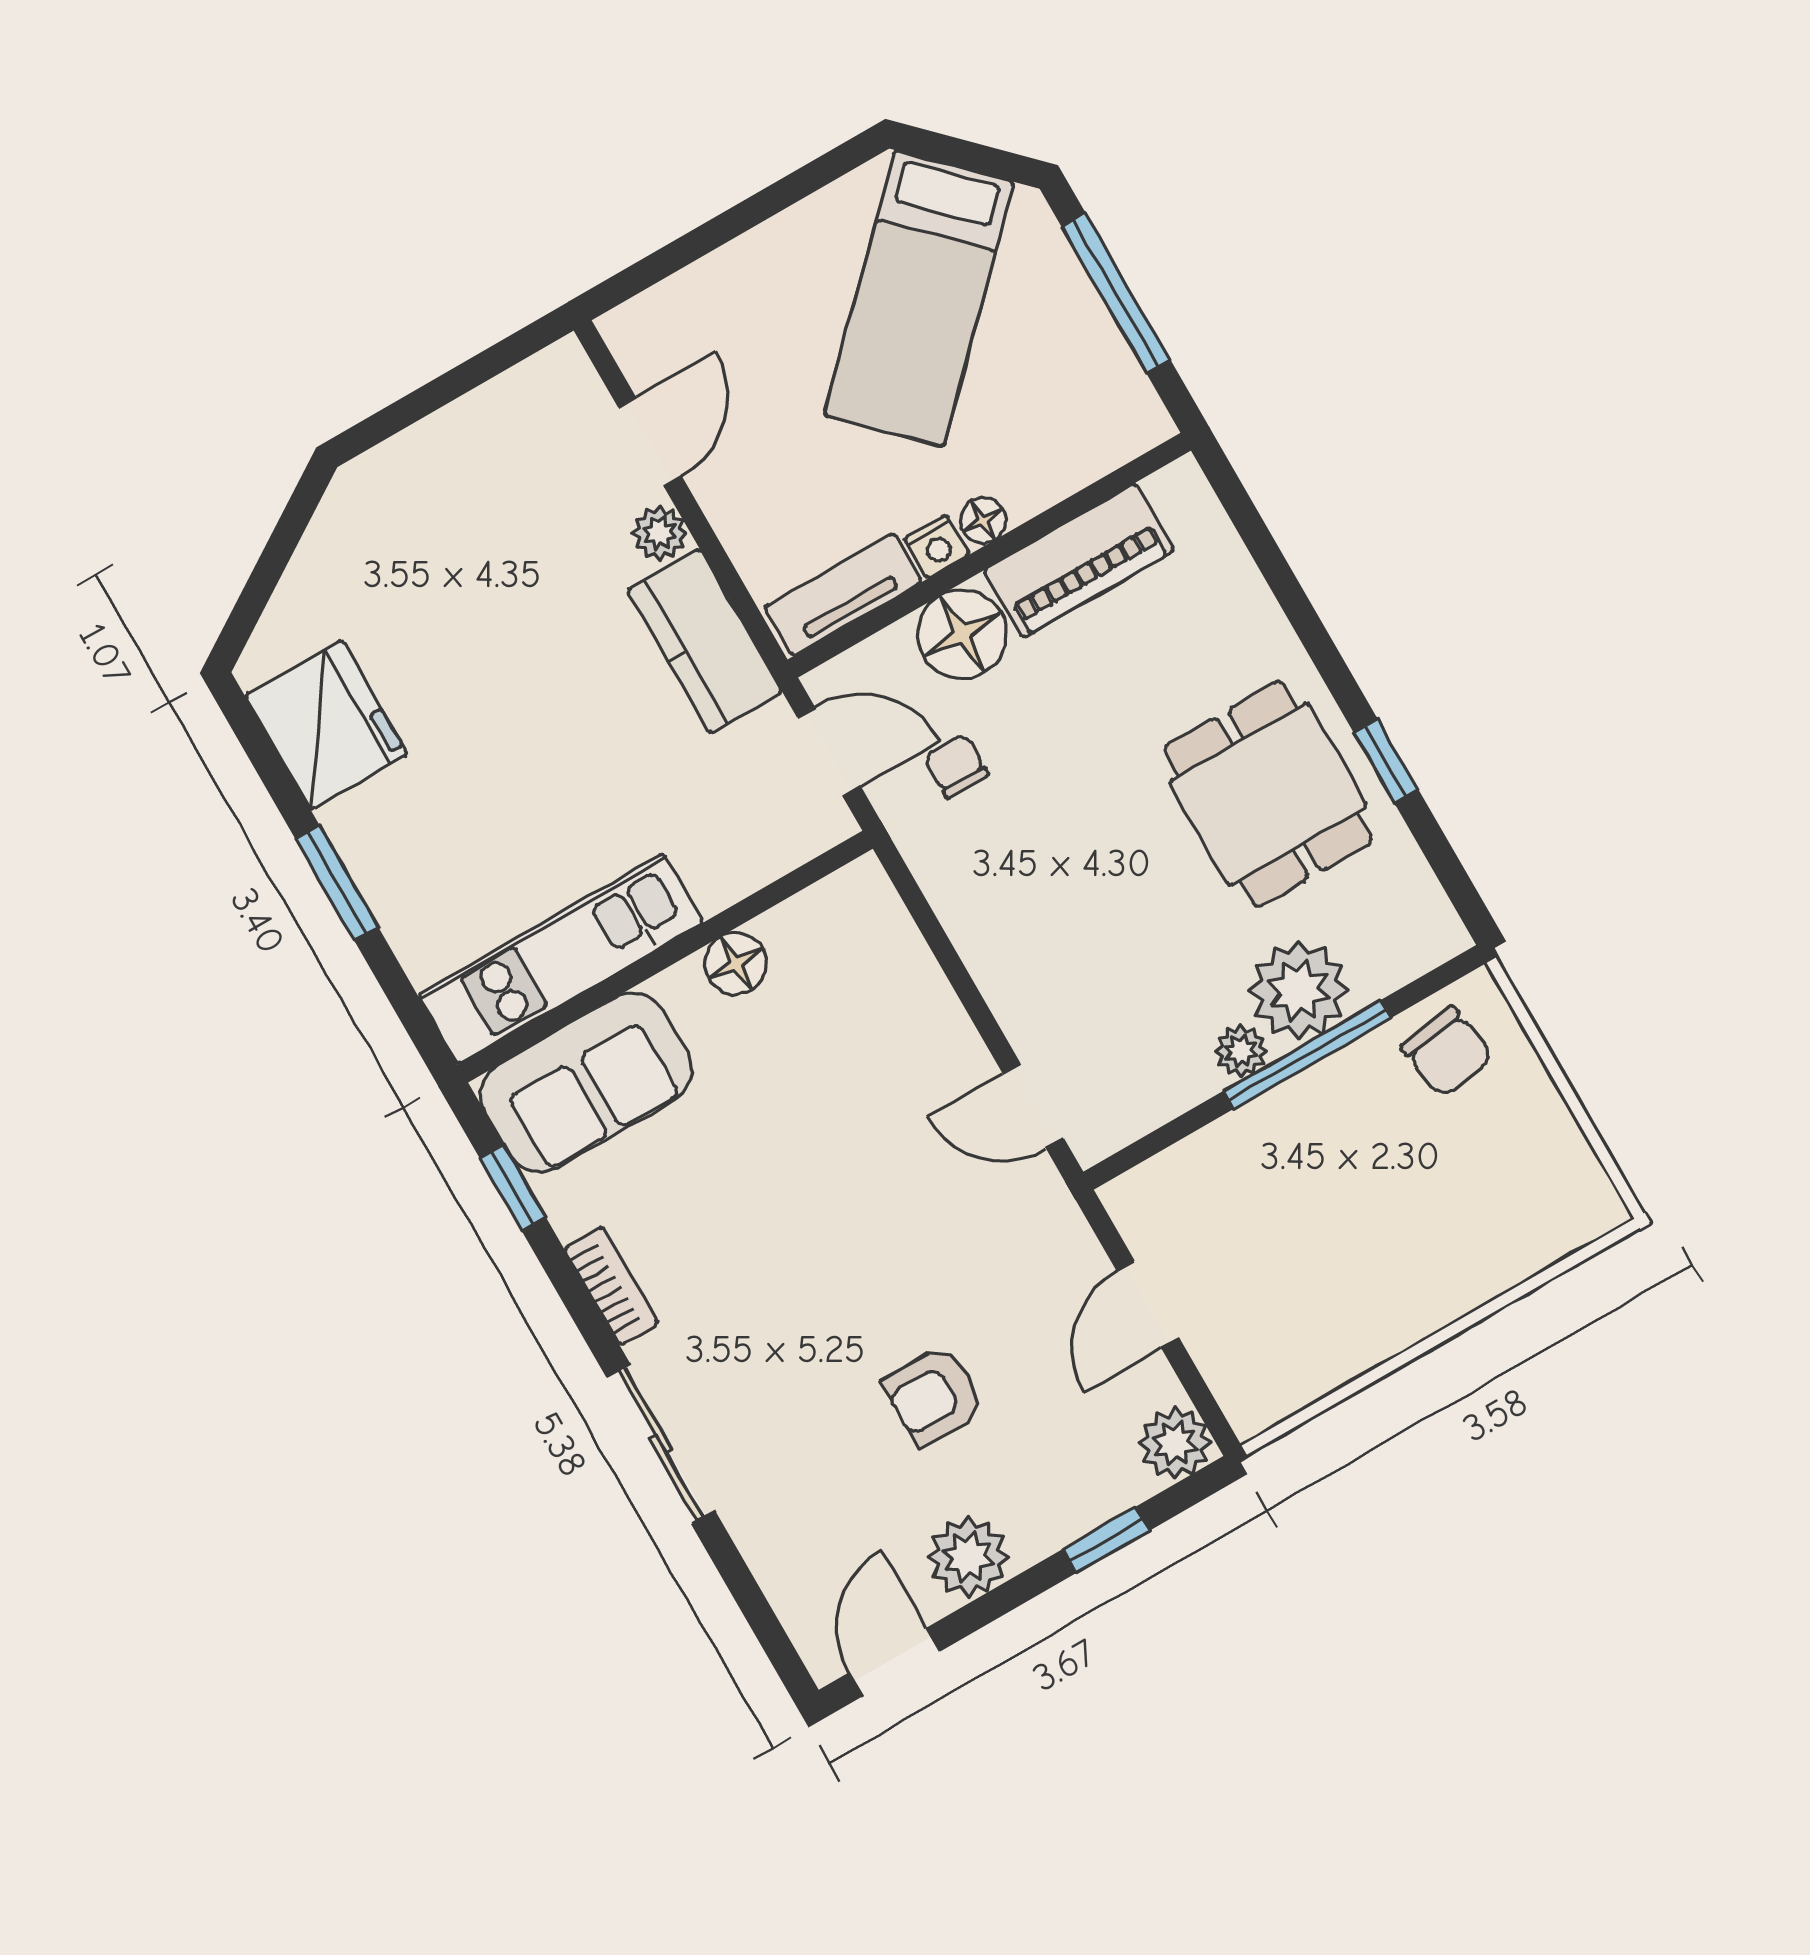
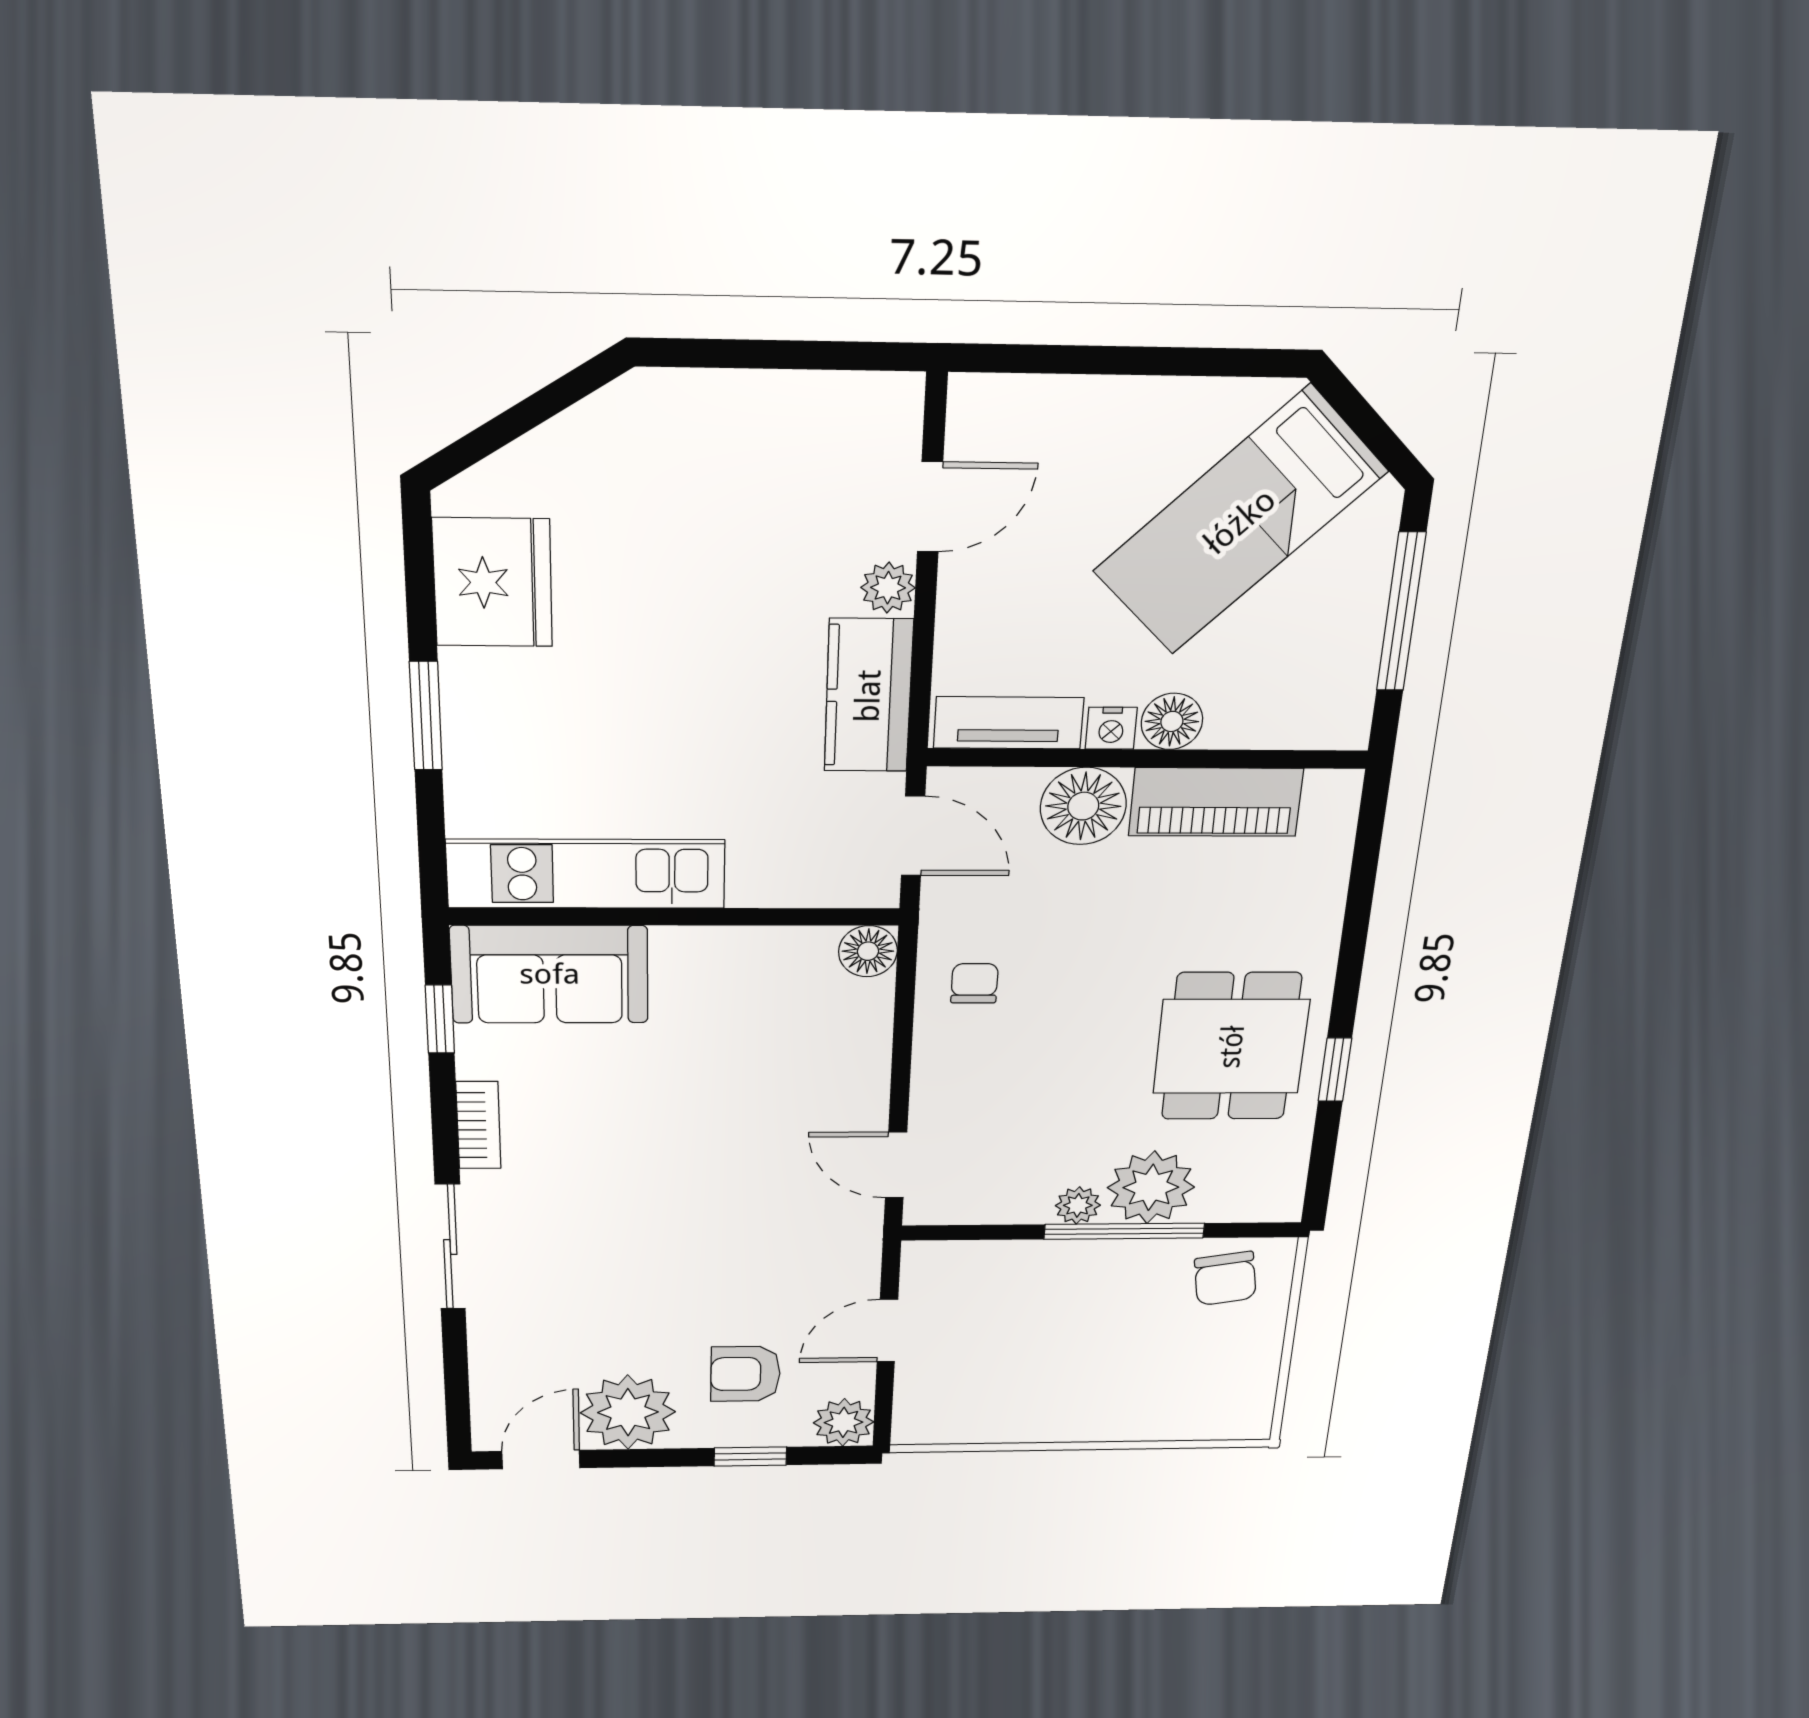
floor lamp: (983, 520) -> (1172, 721), width x1.37, depth x1.37
chair: (956, 766) -> (974, 983), moved
floor lamp: (736, 964) -> (868, 951), moved
armchair: (934, 1396) -> (745, 1374), moved
plant: (968, 1557) -> (628, 1412), width x1.36, depth x1.36

